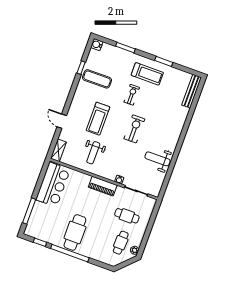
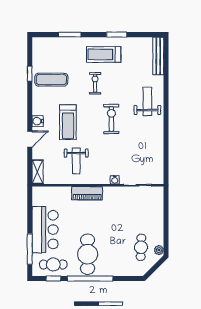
water cooler: (97, 45) -> (38, 121), moved
treadmill: (147, 74) -> (104, 54), turned 180
door: (62, 121) -> (30, 139), swing flipped
weight bench: (157, 159) -> (147, 101), moved, turned 90
bar counter: (53, 185) -> (45, 230), moved
piano: (103, 186) -> (87, 193), moved
cafe table: (127, 216) -> (53, 265), moved

